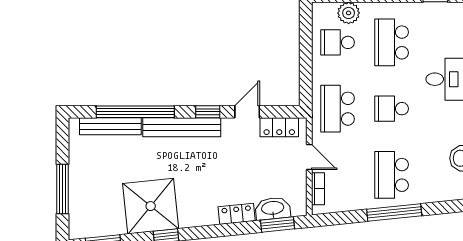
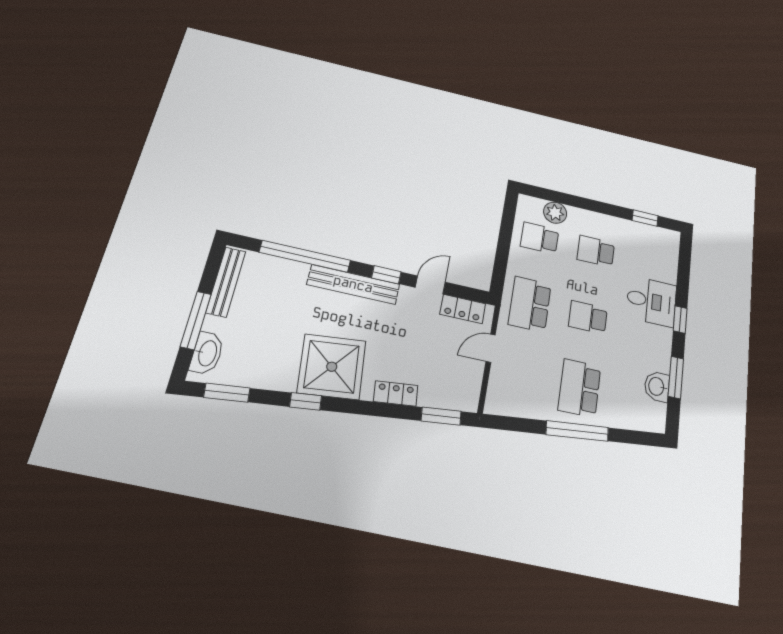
school desk: (392, 42) -> (596, 251), width x0.54
bench: (110, 126) -> (226, 282), moved, turned 90
door: (309, 157) -> (491, 348), swing flipped
bookcase: (318, 189) -> (495, 385), removed
shower: (151, 206) -> (332, 367), moved
washbasin: (273, 209) -> (207, 353), moved, turned 96

